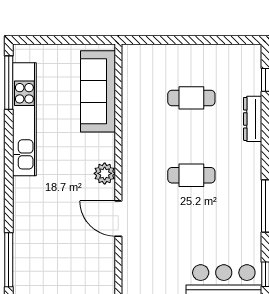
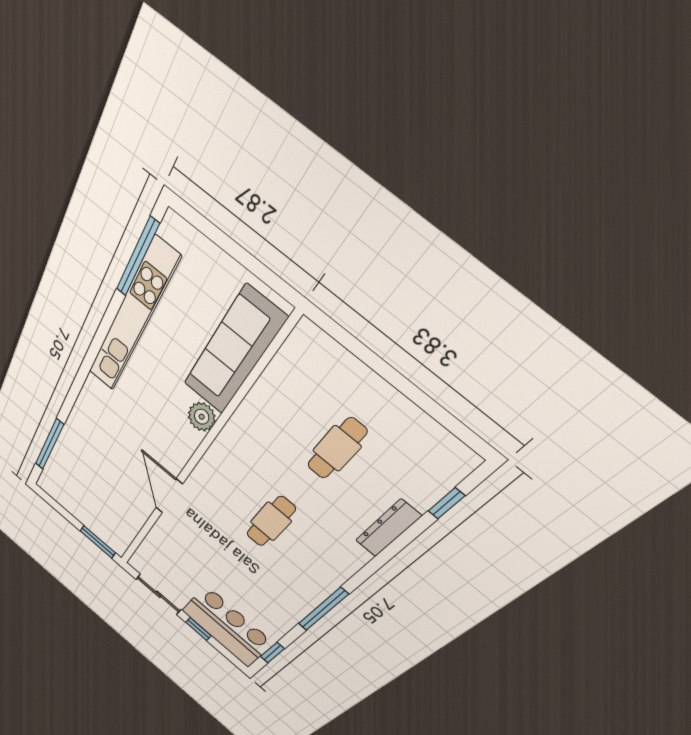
cafe table: (191, 98) -> (337, 449), turned 90
plant: (105, 173) -> (202, 417), moved
cafe table: (191, 175) -> (271, 521), turned 90

